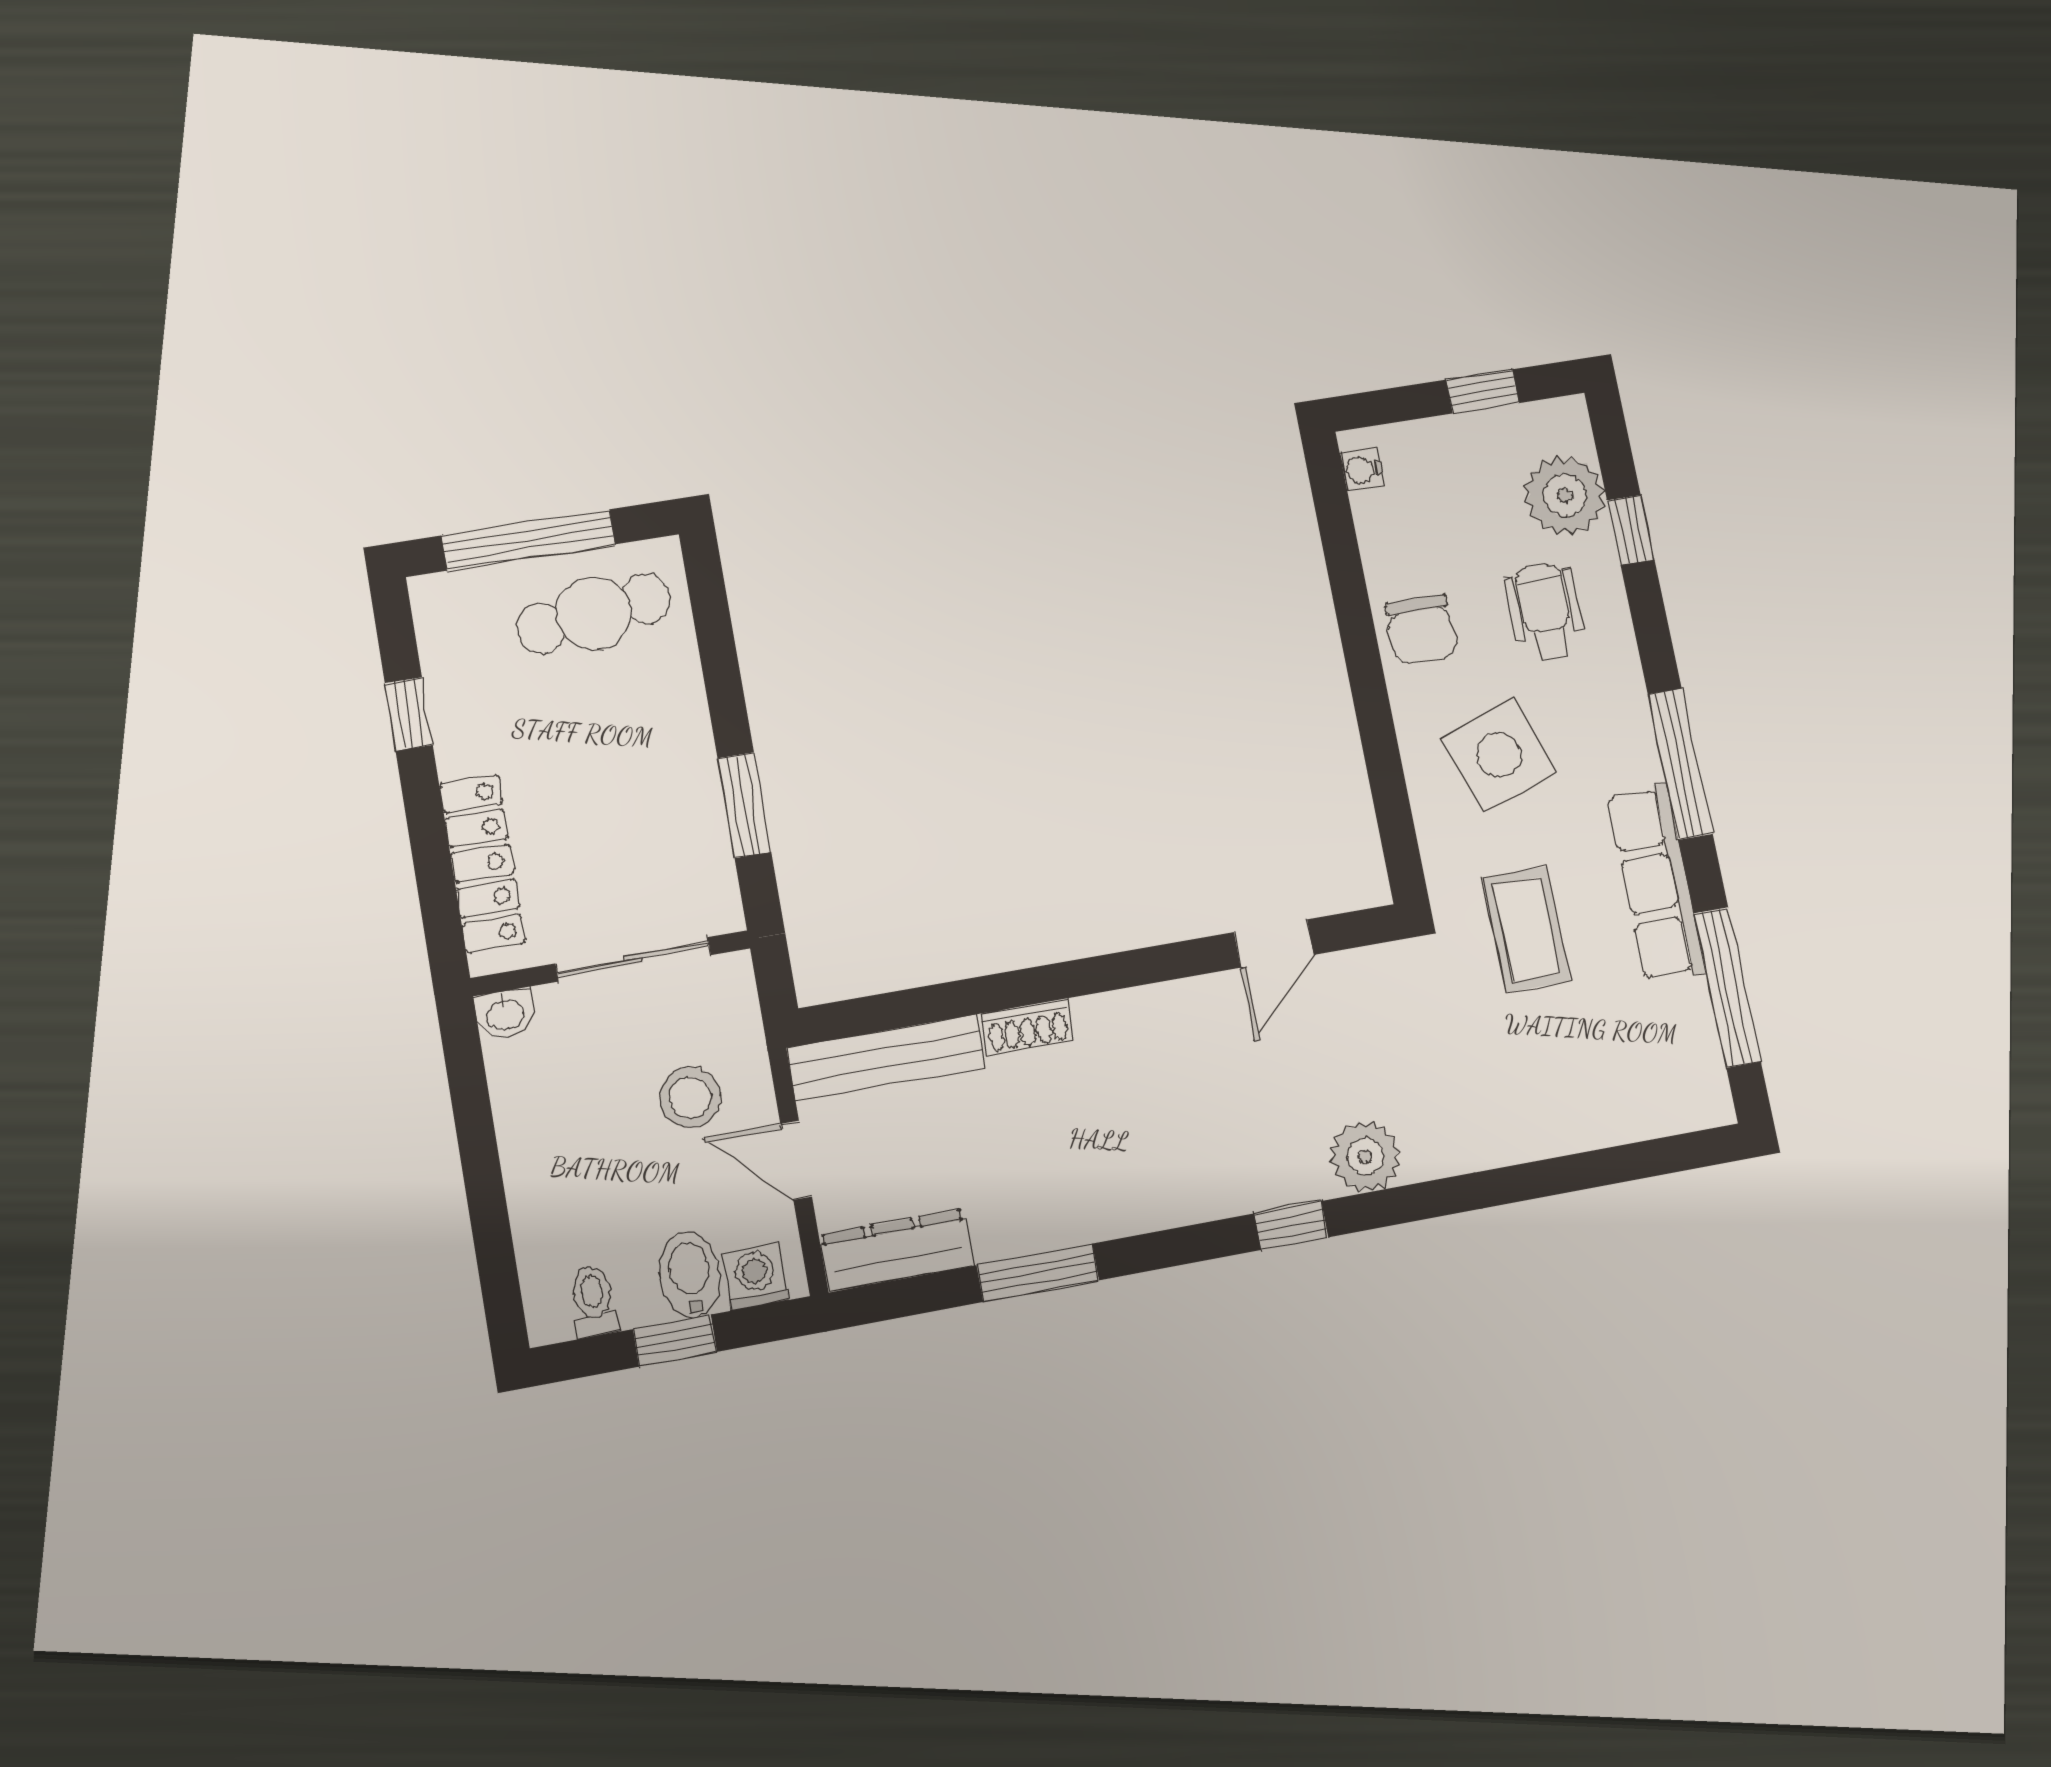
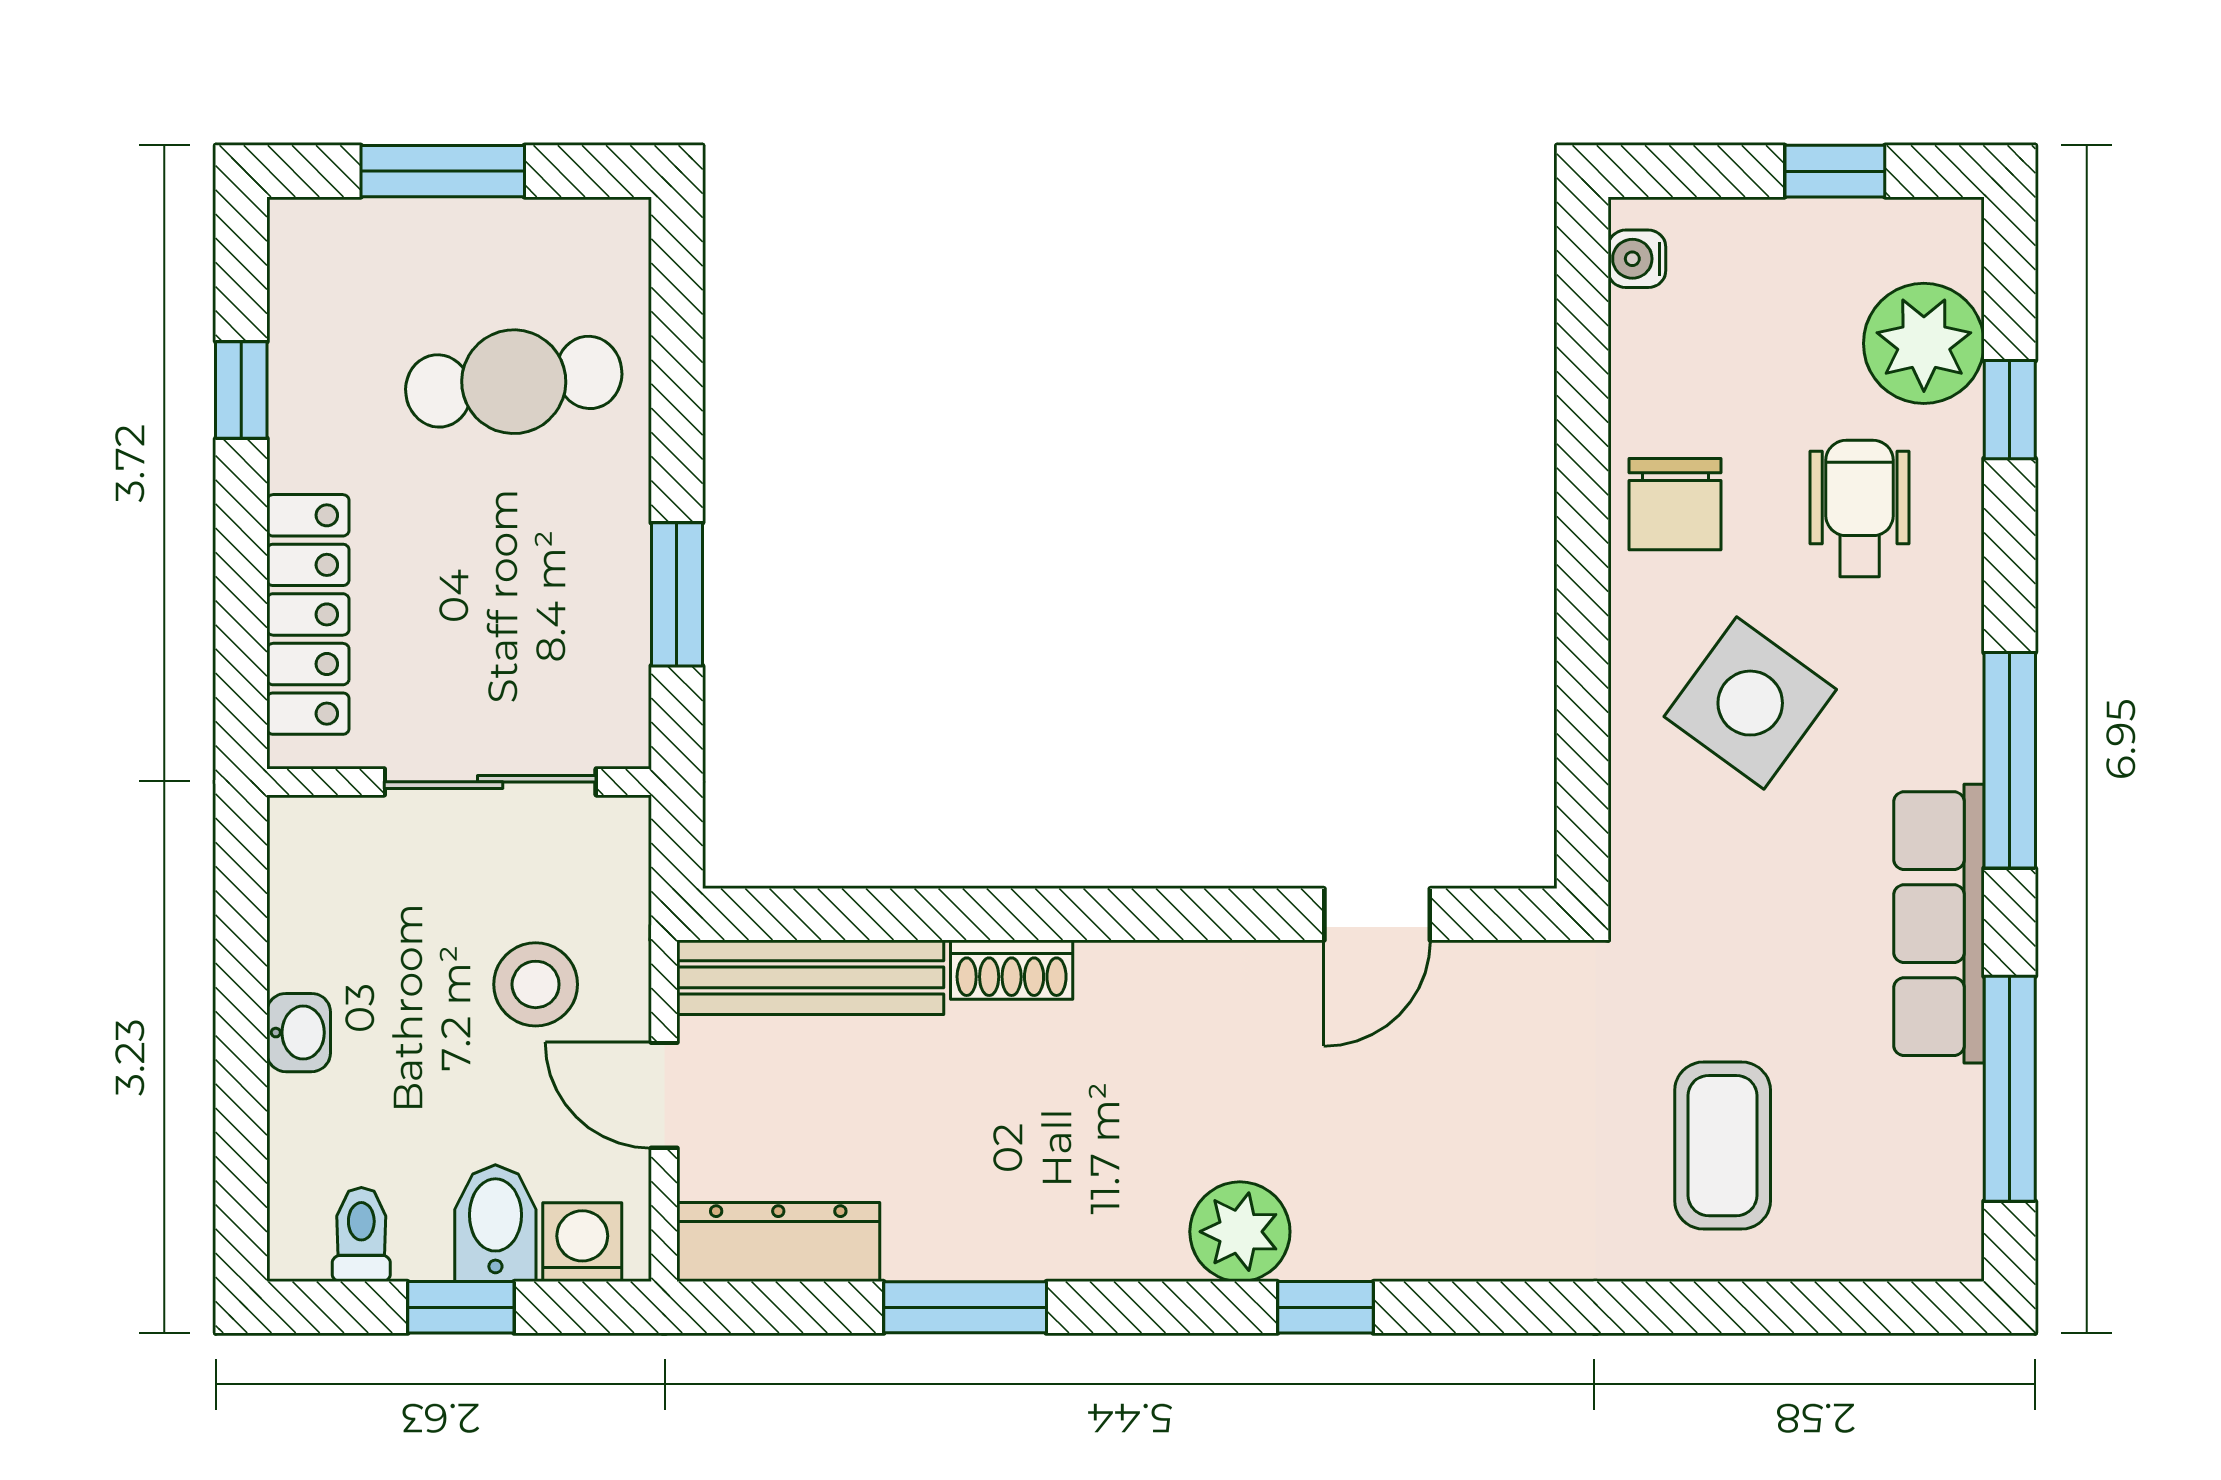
window: (528, 540) -> (443, 171), width x0.69
cafe table: (594, 614) -> (514, 382), moved
side table: (1499, 755) -> (1750, 703), turned -35
coffee table: (1526, 929) -> (1723, 1146), moved
washbasin: (505, 1014) -> (299, 1033), moved, turned -90
plant: (1365, 1156) -> (1240, 1232), moved

